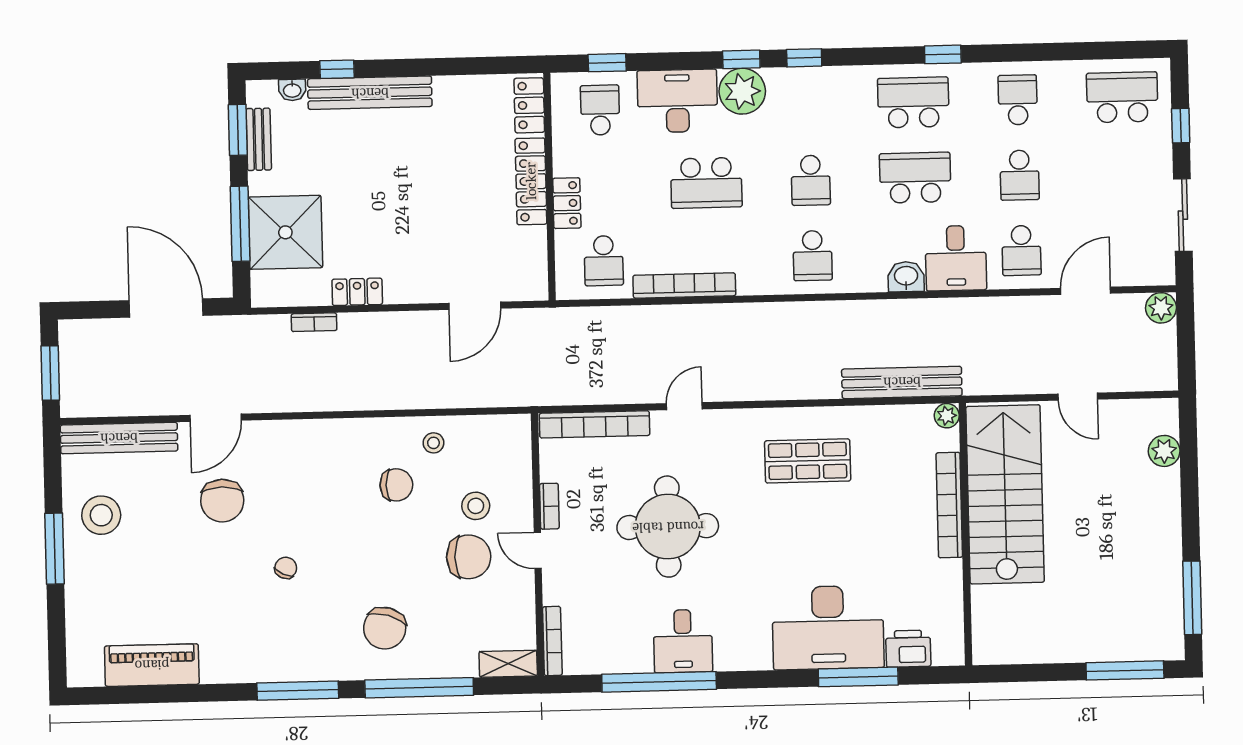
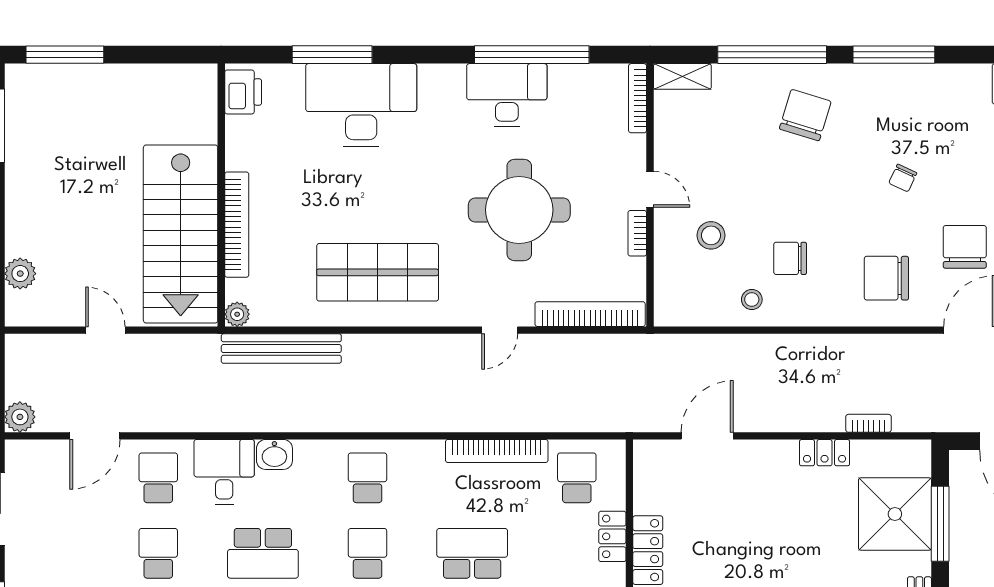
shop shelf: (808, 461) -> (378, 272), width x1.43, depth x1.36
chair: (469, 557) -> (886, 278), moved
desk: (683, 641) -> (507, 95), width x1.37
printer: (908, 649) -> (243, 92), moved, turned -90

